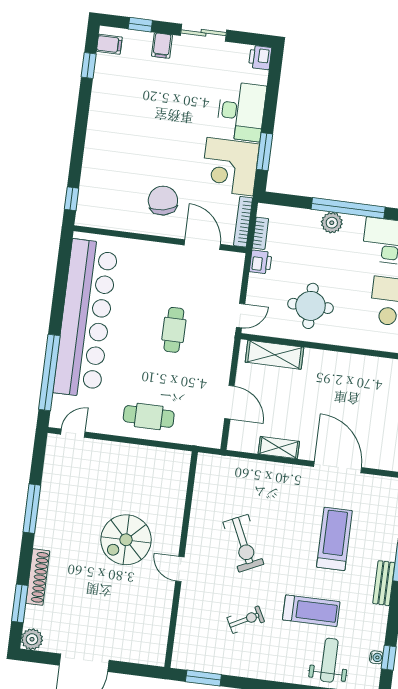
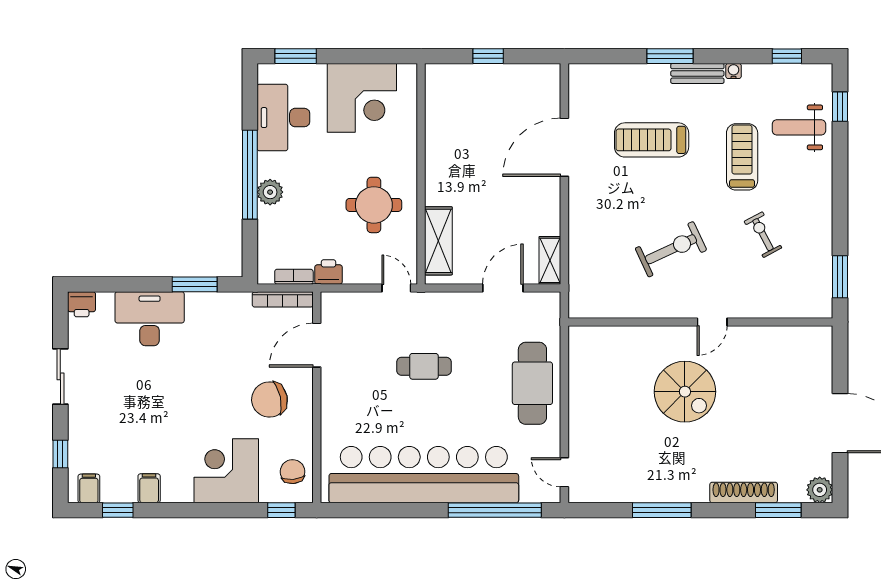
filing cabinet: (162, 46) -> (149, 488), moved, turned -90
corner desk: (230, 167) -> (226, 471), moved, turned 180
chair: (102, 212) -> (293, 472), added
cafe table: (149, 416) -> (532, 383), width x1.37, depth x1.35
shelving: (279, 448) -> (550, 260), moved
water cooler: (376, 657) -> (734, 71), moved

